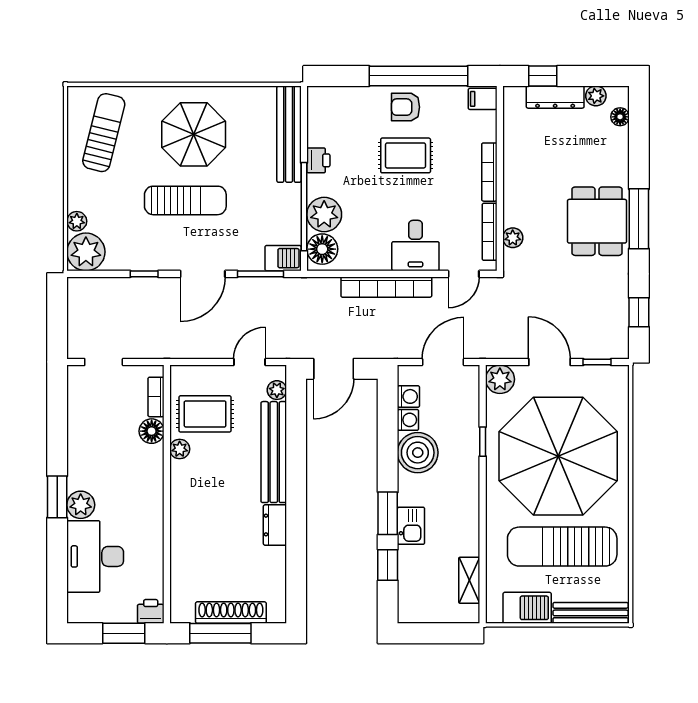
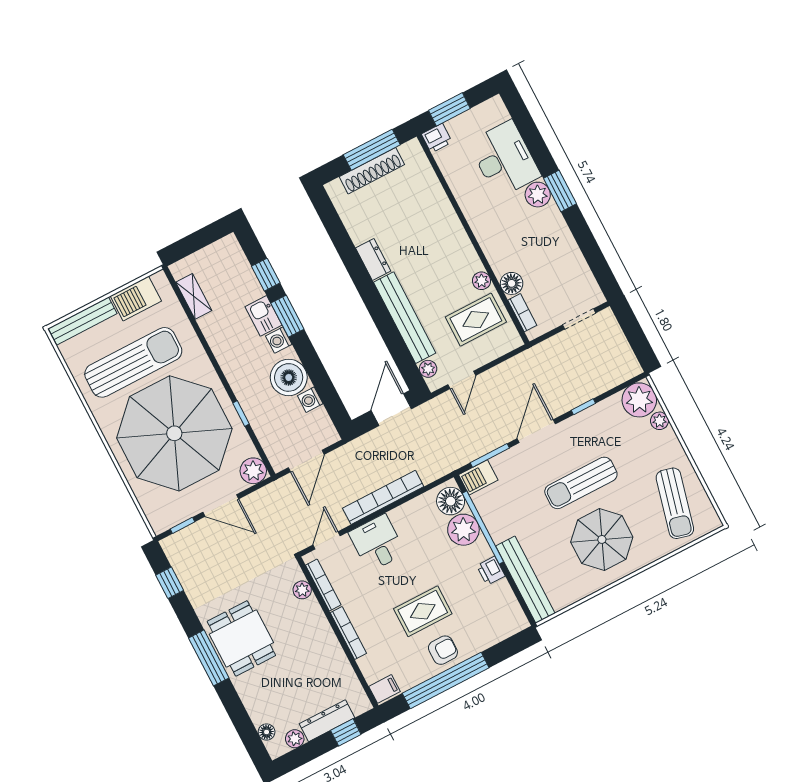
washing machine: (408, 396) -> (279, 340), moved

